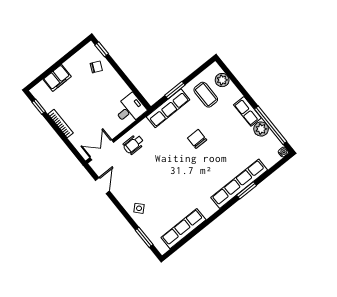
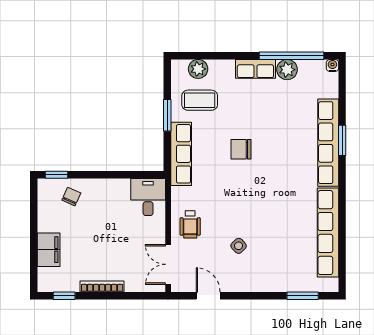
window: (175, 90) -> (167, 115), moved
side table: (139, 208) -> (239, 246), moved
row of seats: (183, 229) -> (328, 232), width x1.36

